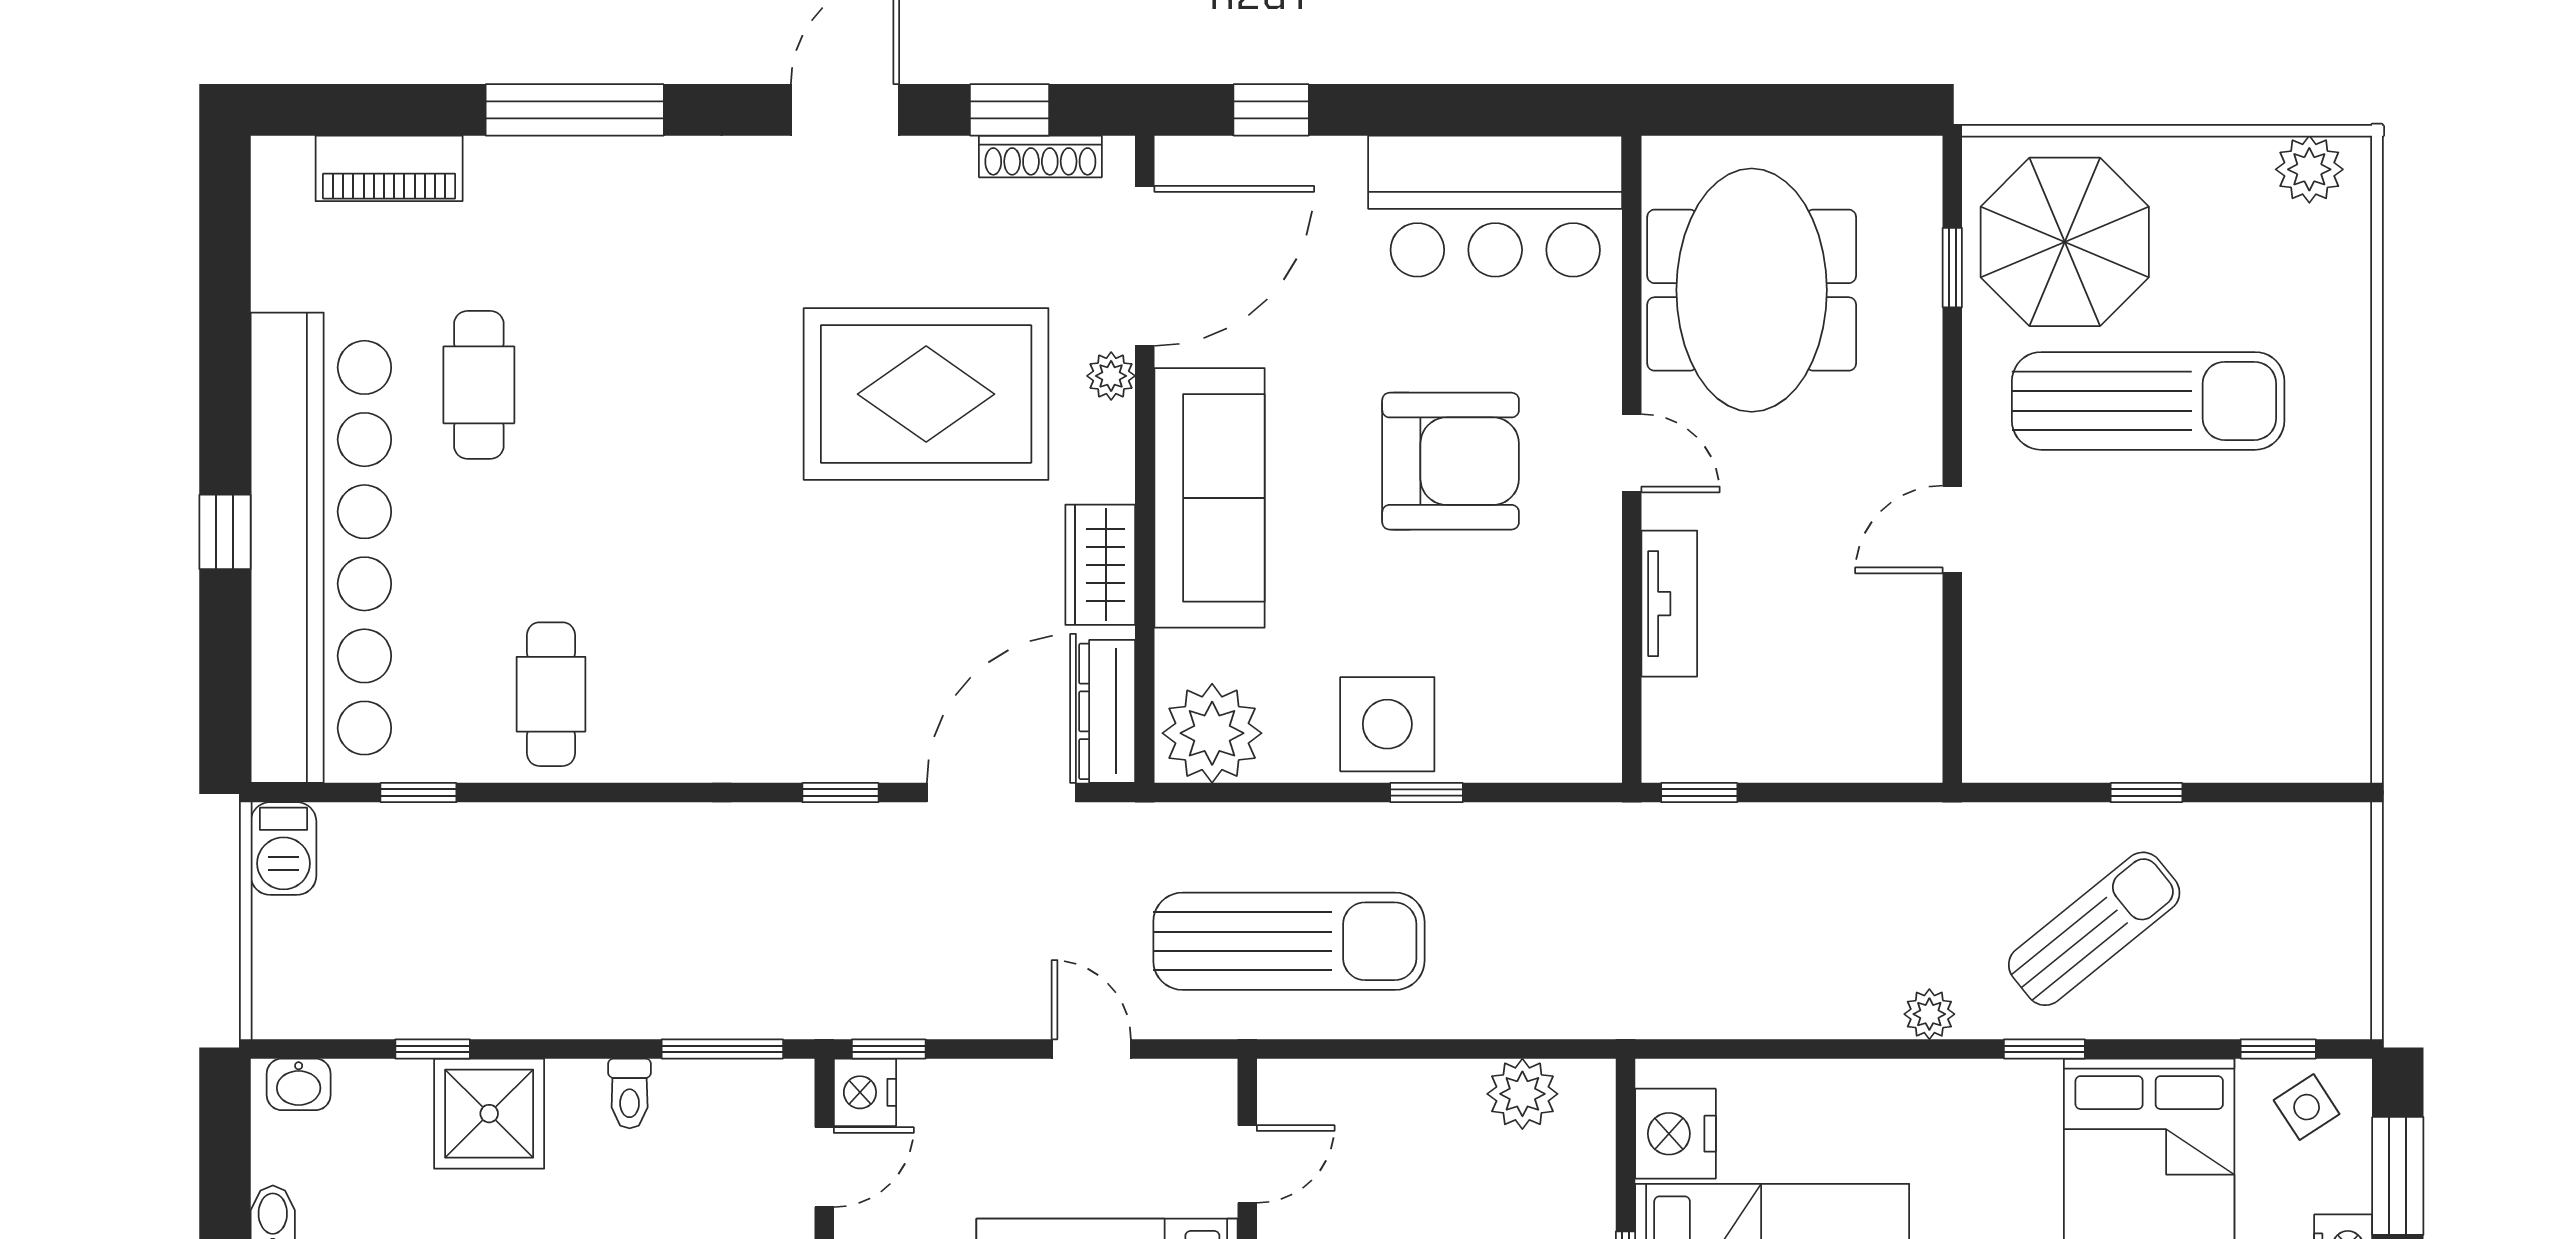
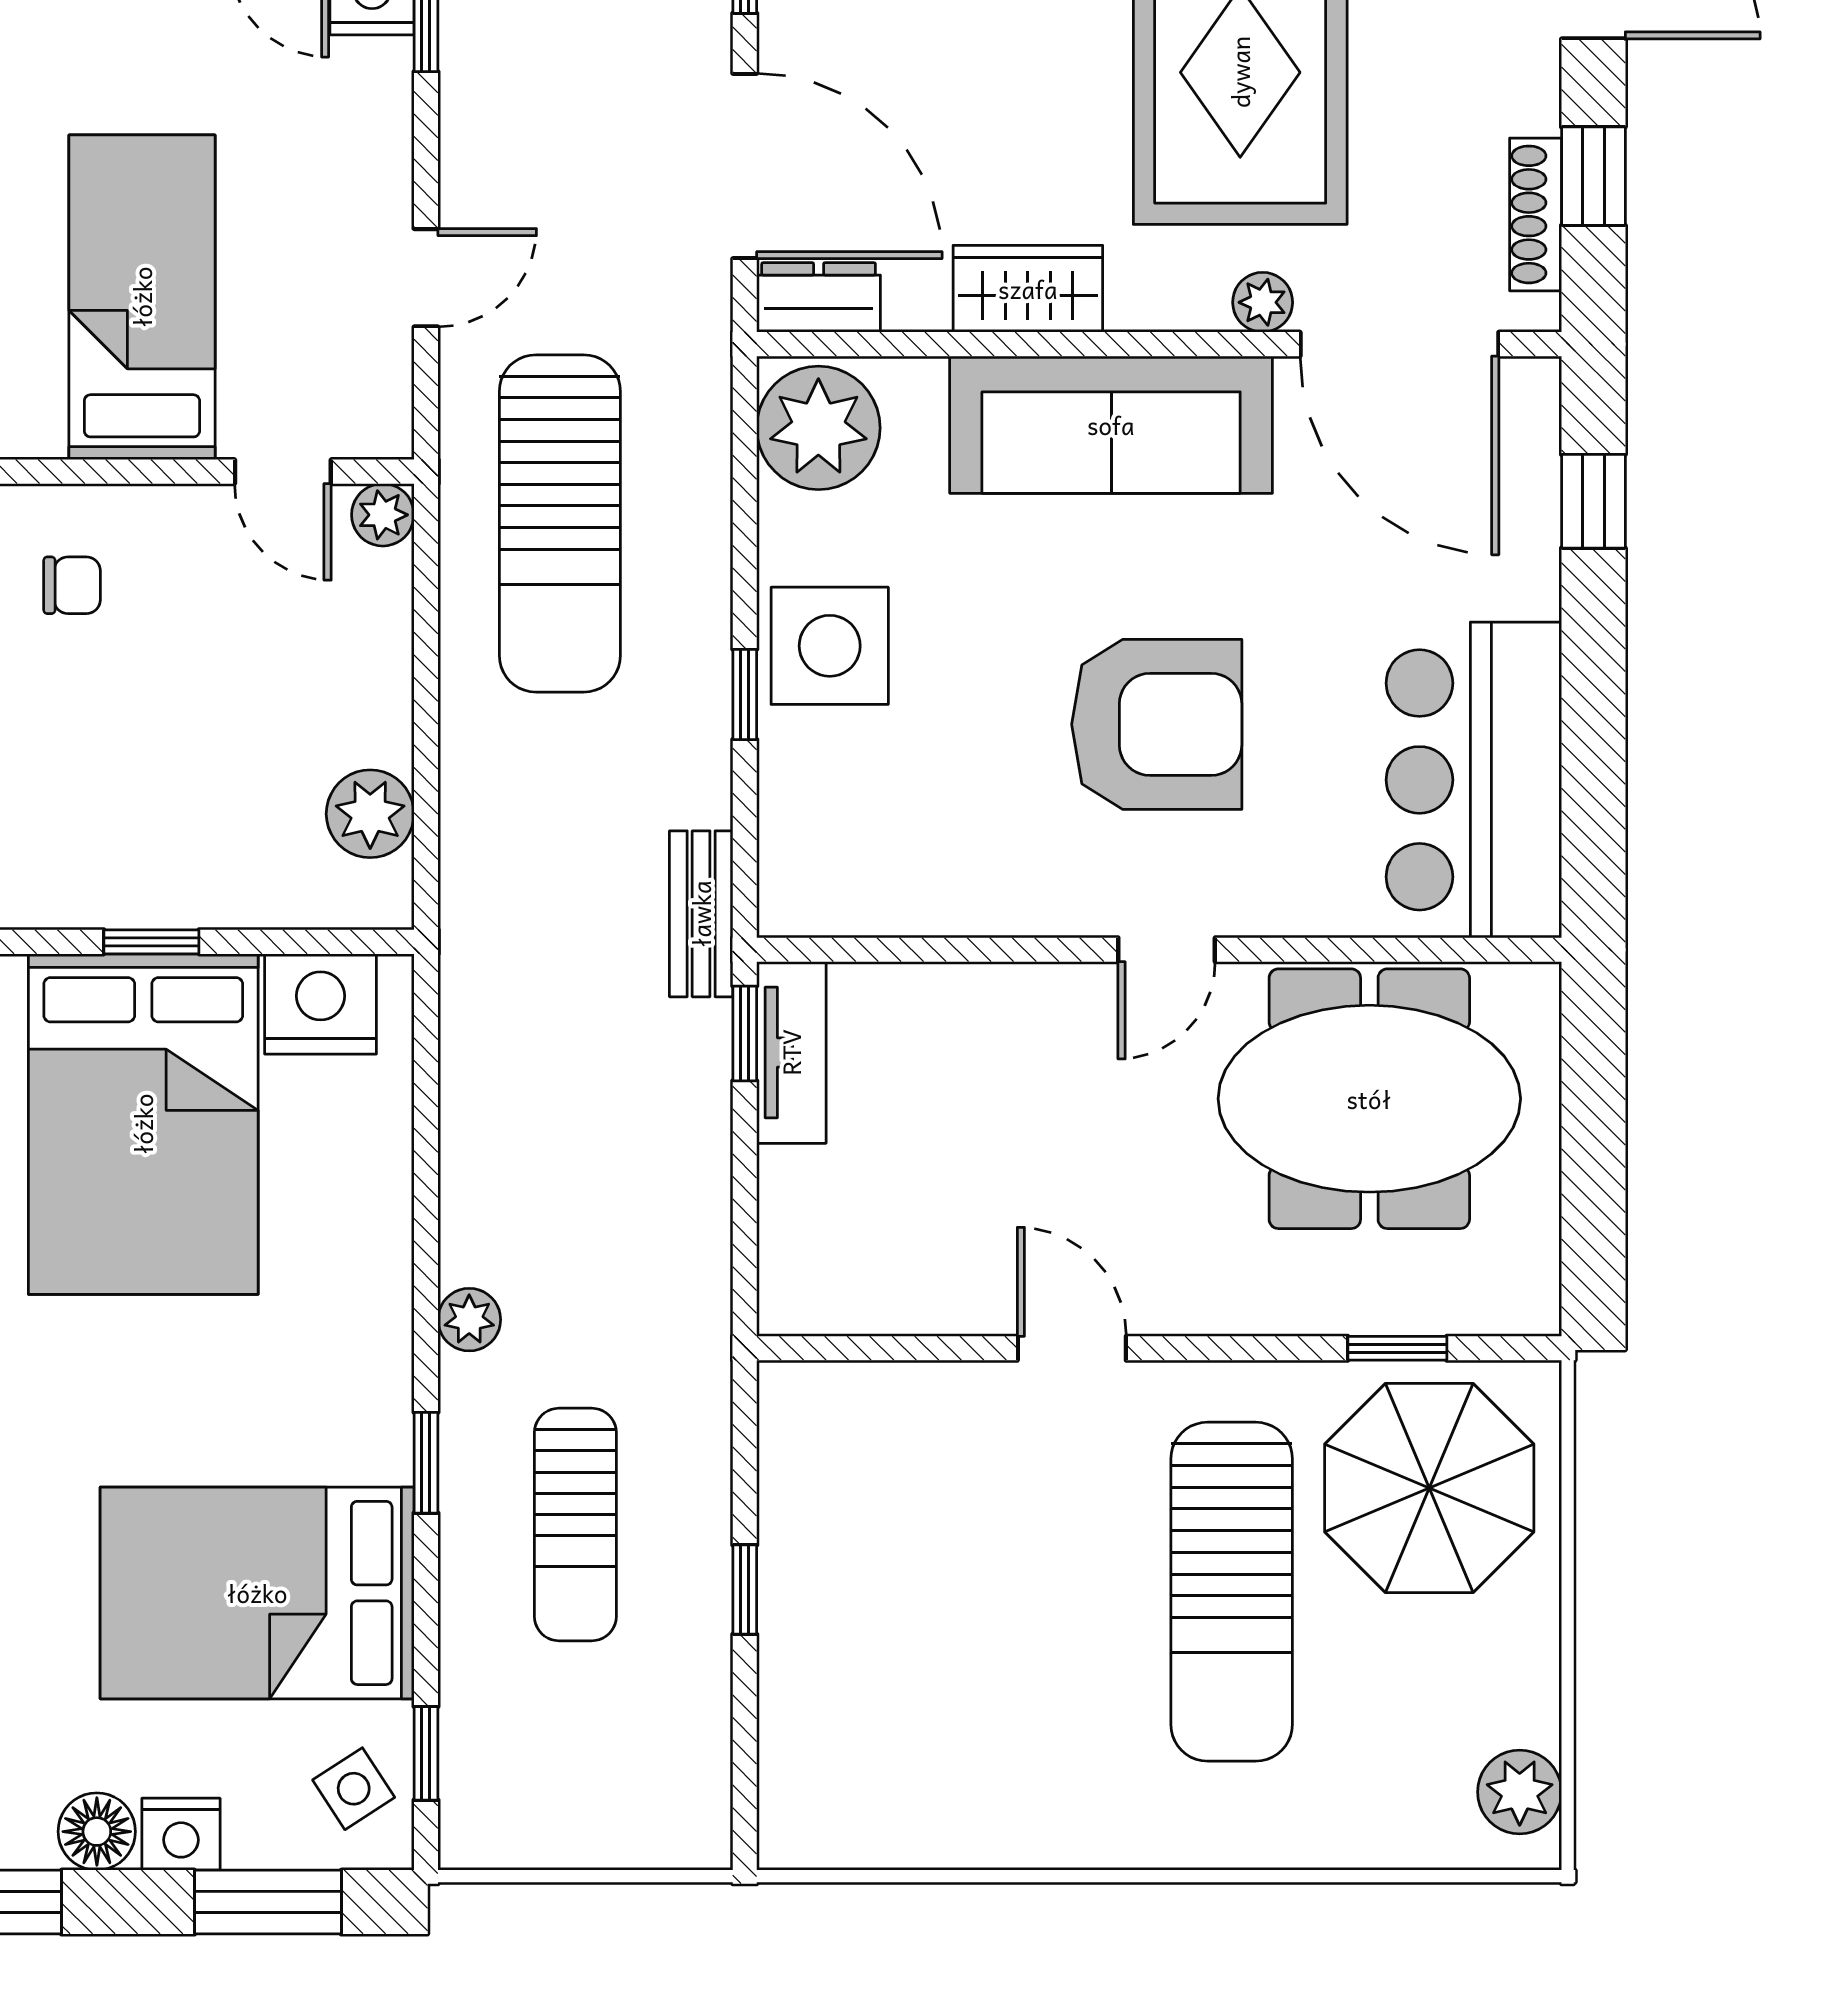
armchair: (1451, 461) -> (1157, 724), turned -90
tv unit: (1669, 604) -> (791, 1052), moved, turned -90
dresser: (1107, 711) -> (819, 297), width x0.70
bench: (1603, 828) -> (701, 914), added
sun lounger: (2094, 929) -> (575, 1524), turned 39
plant: (1282, 1084) -> (383, 515), added

